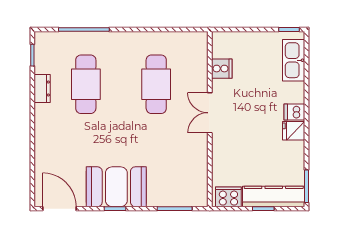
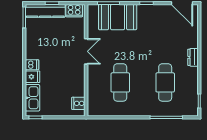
cooker: (222, 69) -> (78, 103), moved
dresser: (42, 89) -> (193, 57), moved
double door: (210, 113) -> (86, 51), moved
fridge: (294, 131) -> (33, 77), moved
booth: (116, 187) -> (118, 17), moved

